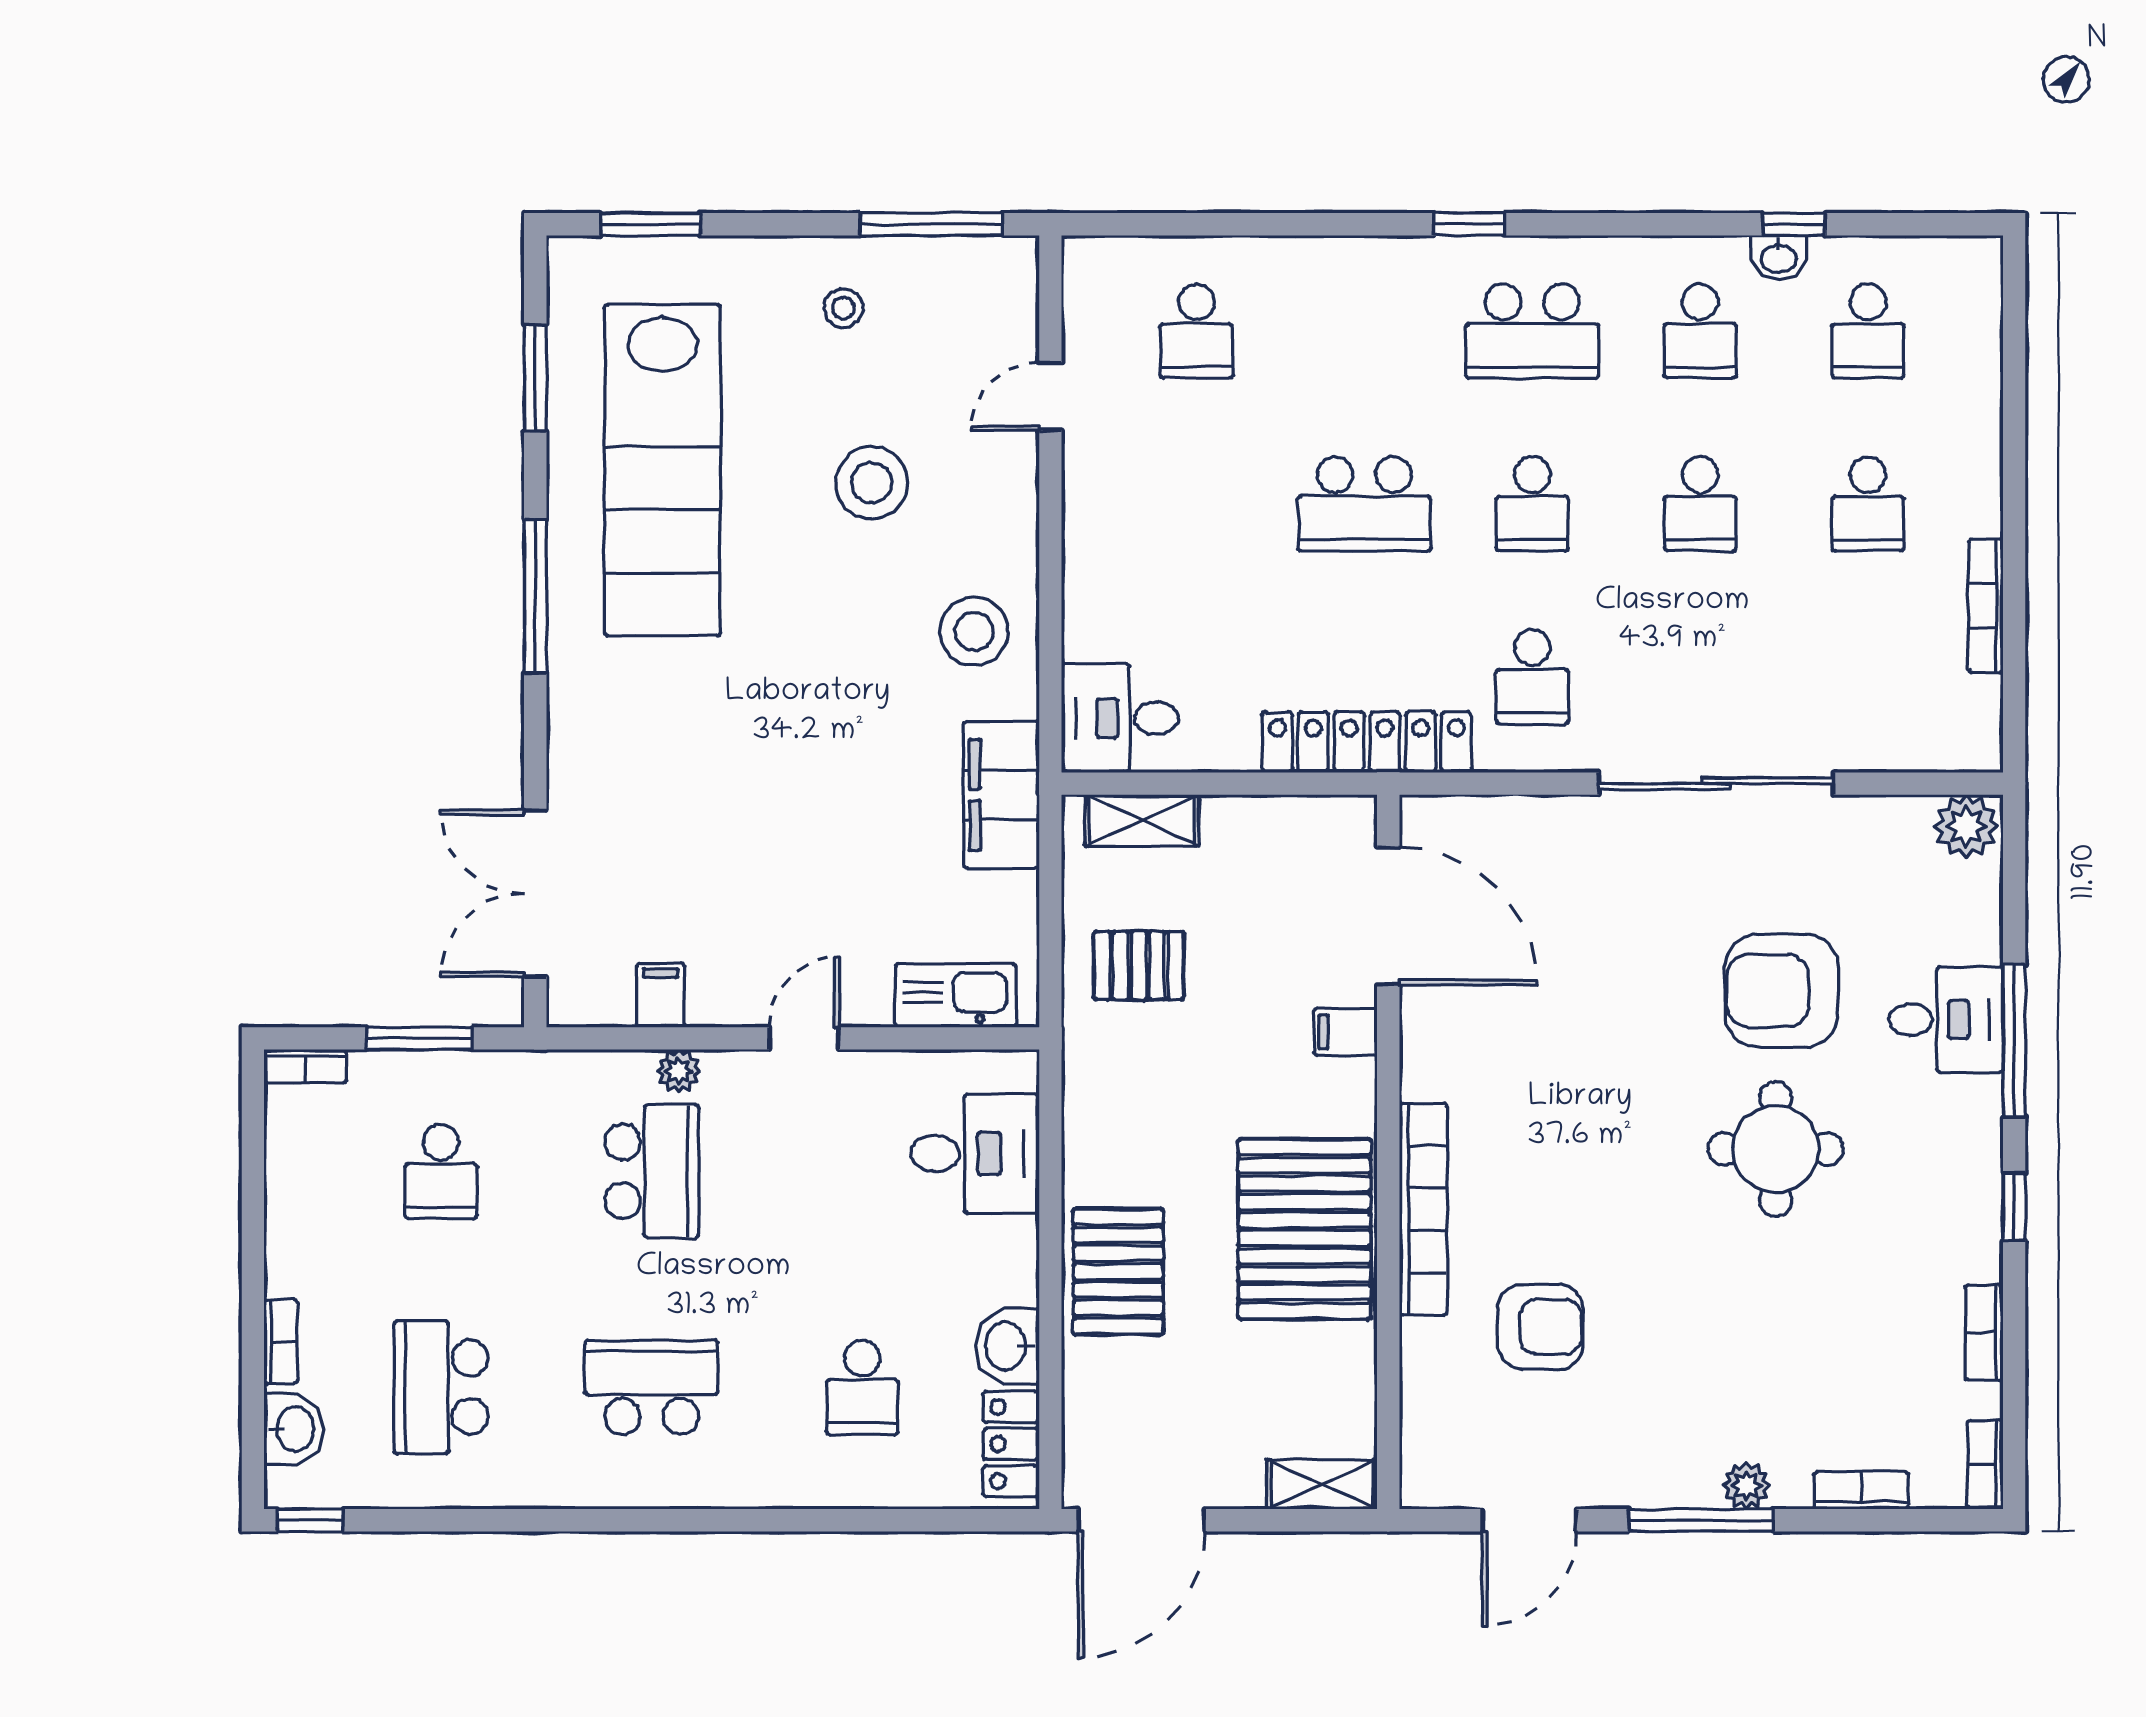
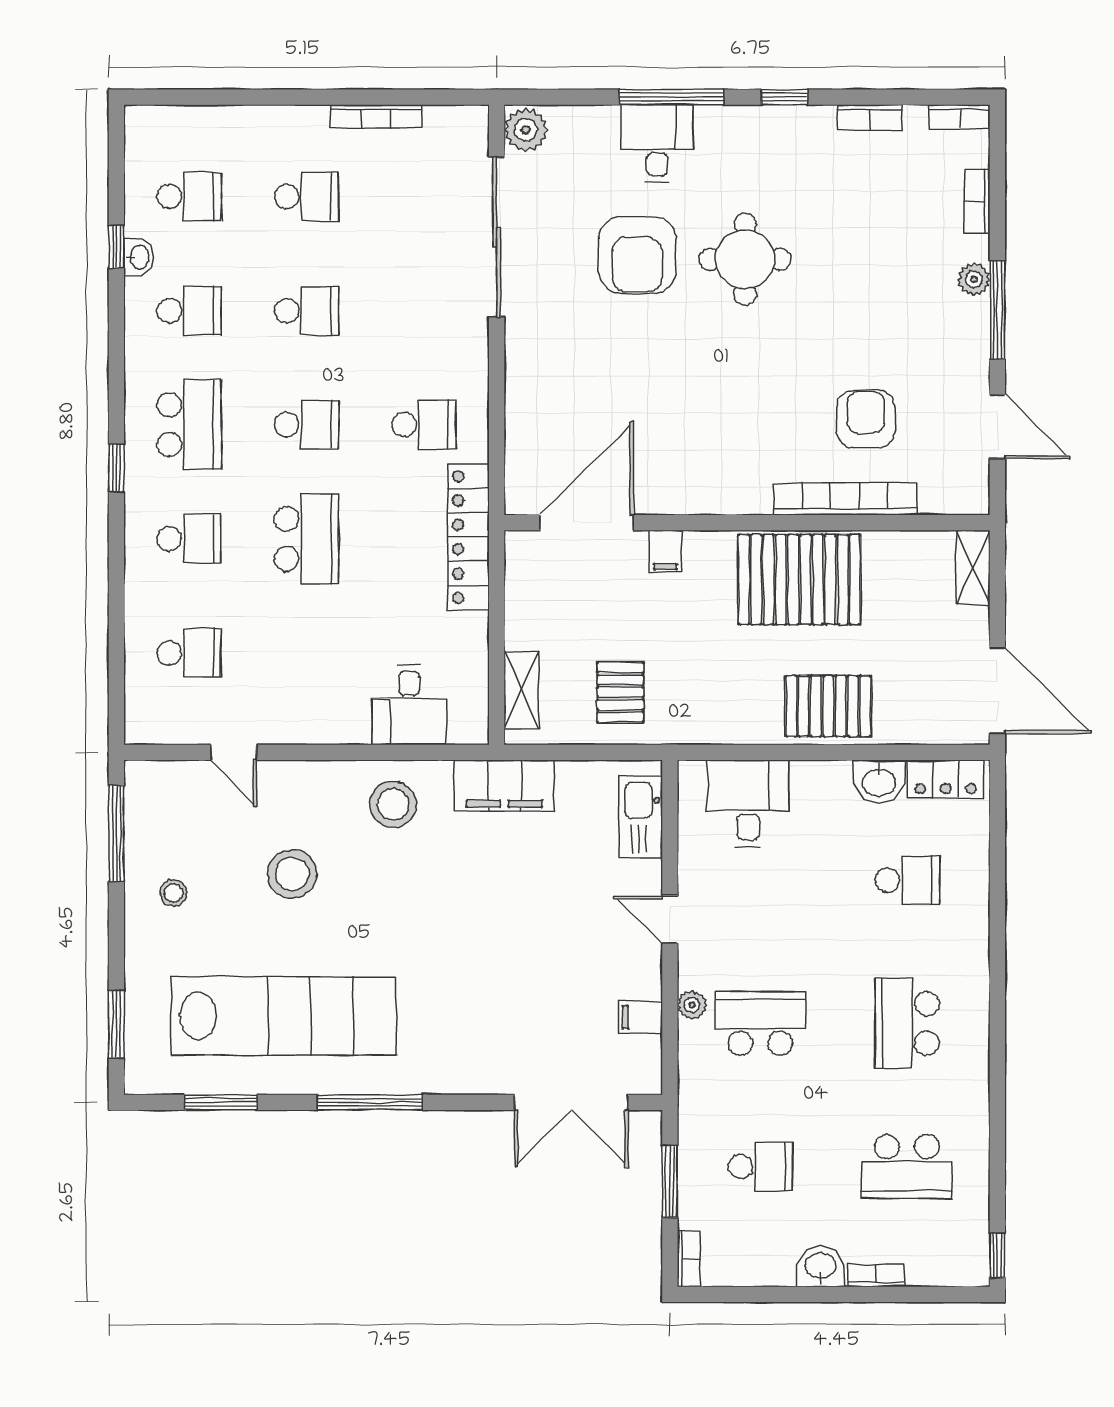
school desk: (1364, 331) -> (189, 539), added
desk: (1120, 718) -> (409, 705), moved
sliding door: (1716, 784) -> (497, 237), moved
bookcase: (1423, 1209) -> (845, 499), moved
washbasin: (294, 1429) -> (821, 1267), moved

